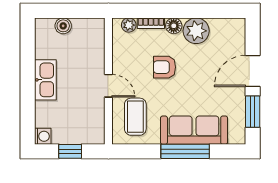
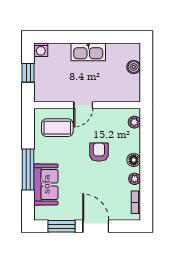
bookcase: (151, 23) -> (136, 202), moved
plant: (196, 31) -> (135, 179), width x0.53, depth x0.53
sofa: (194, 130) -> (46, 184), width x0.73

